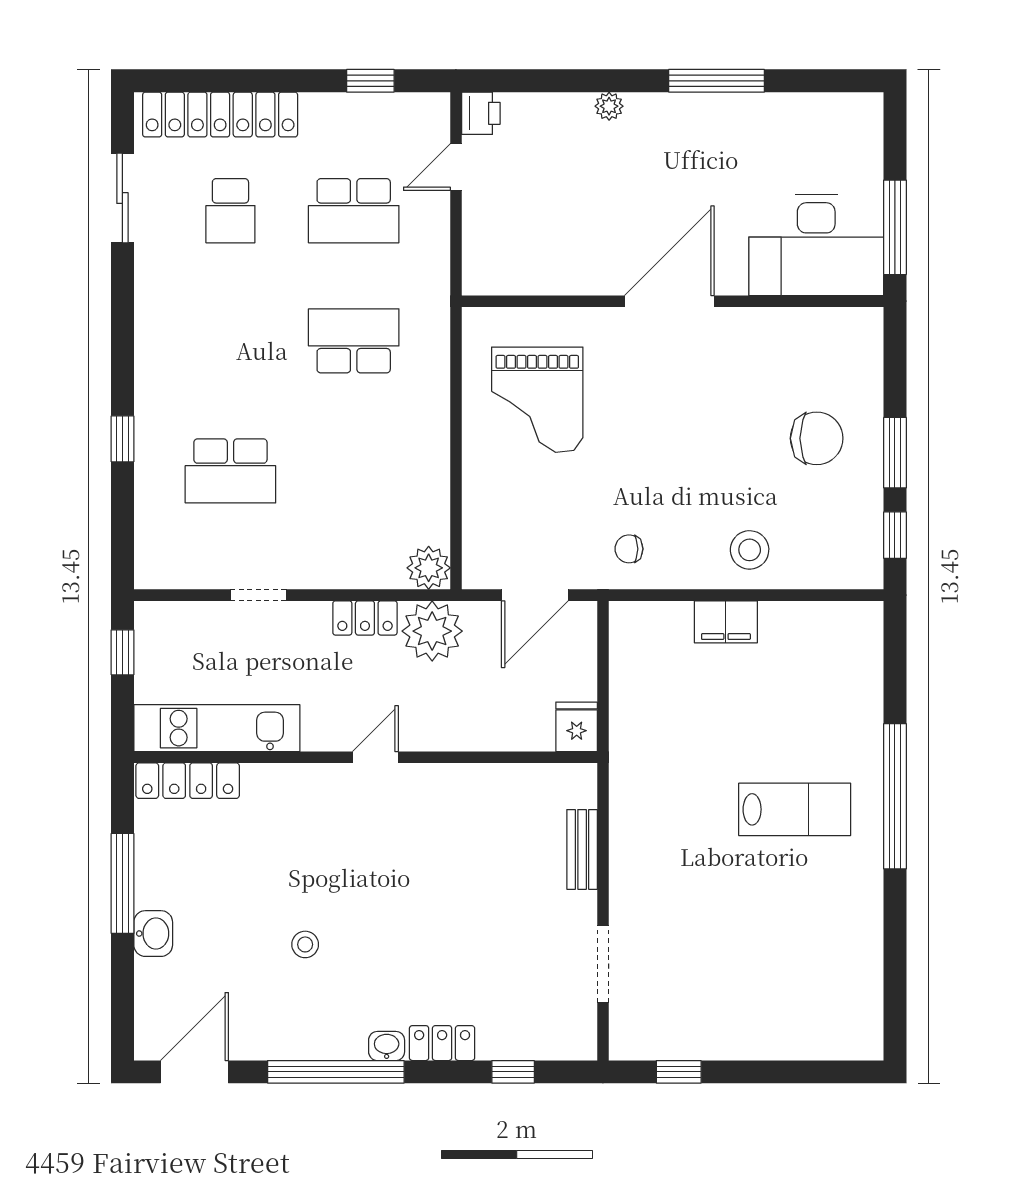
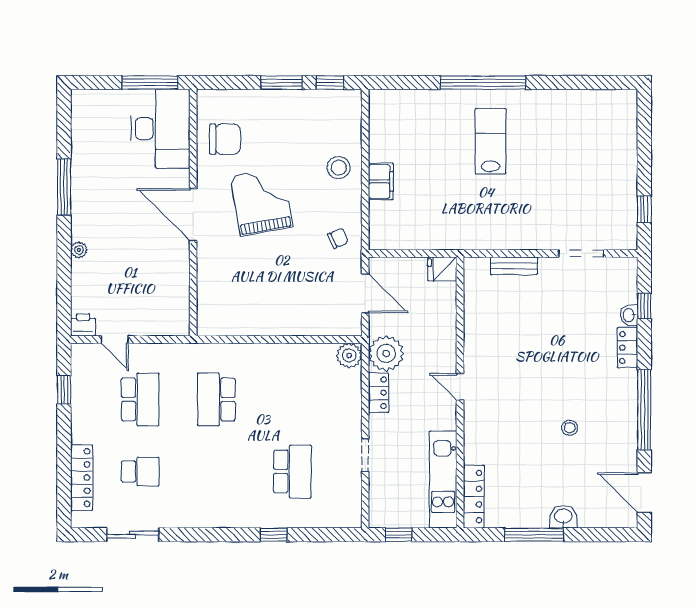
locker: (220, 115) -> (82, 478), width x0.71, depth x0.83
grand piano: (537, 400) -> (261, 201), moved, turned -100
chair: (817, 438) -> (225, 139), moved, turned 90
chair: (629, 549) -> (338, 238), turned -114
washbasin: (387, 1046) -> (629, 315), moved

